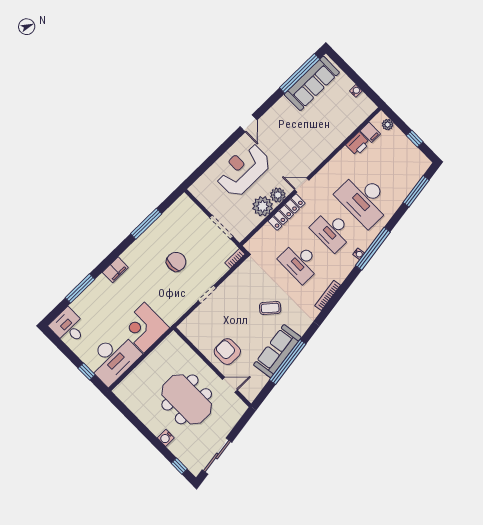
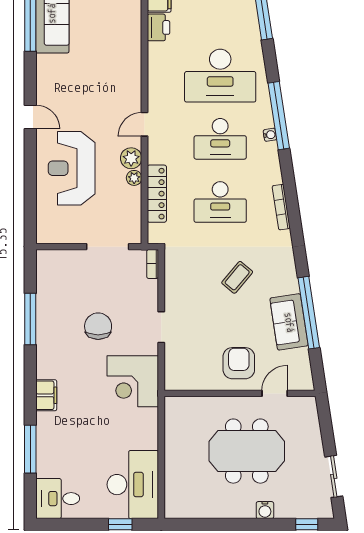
plant: (263, 206) -> (134, 178), width x0.53, depth x0.53
locker: (287, 212) -> (157, 194), moved
corner desk: (144, 328) -> (133, 381), moved
sofa: (277, 351) -> (289, 322), width x0.73
armchair: (227, 352) -> (239, 363), turned 90
sliding door: (217, 456) -> (334, 476), width x0.73

